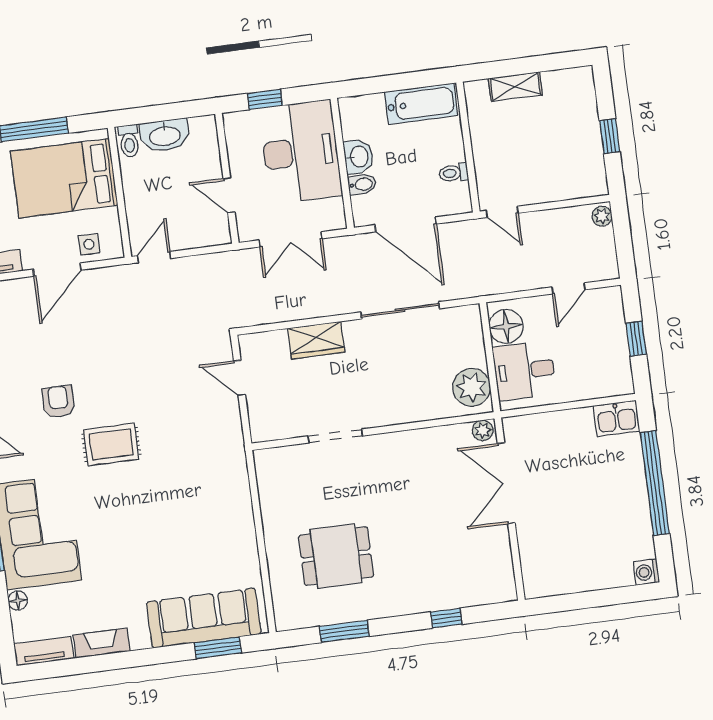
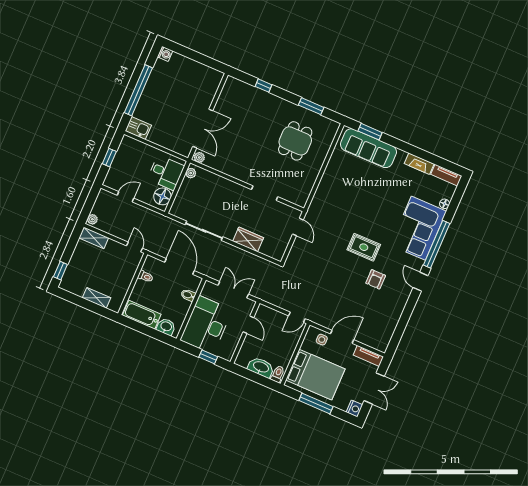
window: (610, 136) -> (60, 271), moved
washbasin: (359, 157) -> (166, 327), moved, turned 90
shelving: (581, 186) -> (94, 238), added
door: (239, 378) -> (298, 227), moved
plant: (471, 387) -> (191, 173), width x0.53, depth x0.53
dining table: (336, 556) -> (295, 141), turned 90

